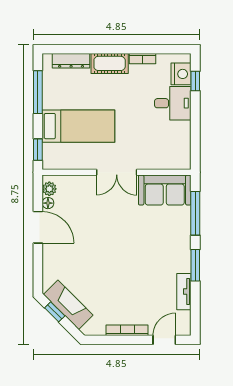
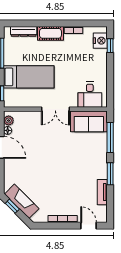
desk: (173, 103) -> (90, 95), moved, turned 90
door: (164, 340) -> (89, 226), hinge flipped

